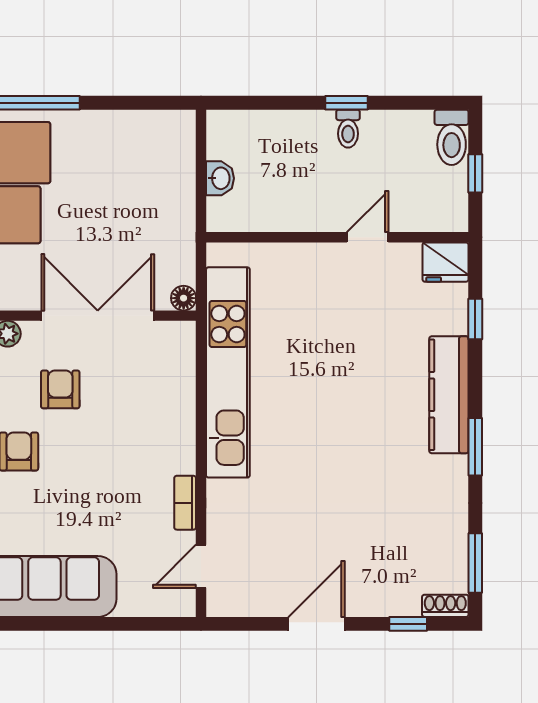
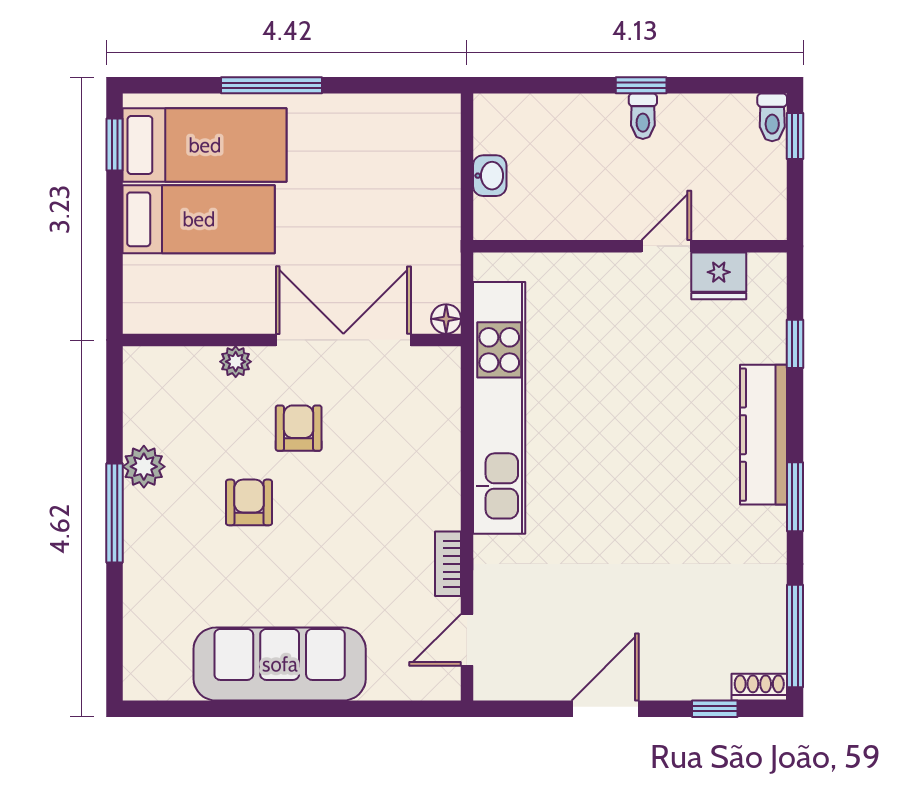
toilet: (452, 137) -> (772, 117), width x0.73, depth x0.72
window: (475, 173) -> (795, 136), moved
fridge: (446, 262) -> (719, 276), moved
window: (475, 563) -> (795, 636), width x1.44

